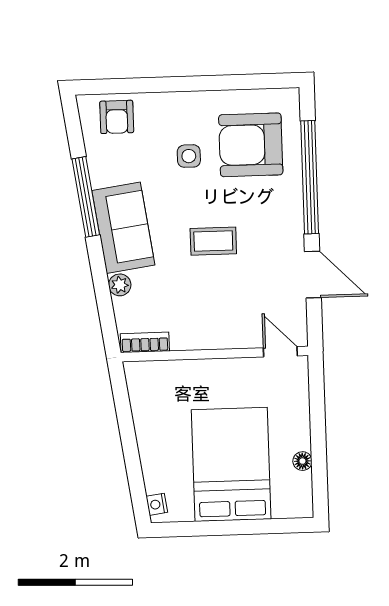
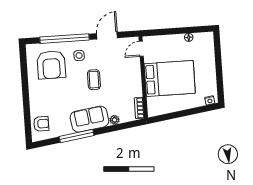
side table: (189, 156) -> (79, 55), moved
bed: (231, 464) -> (170, 78), moved, turned 180

